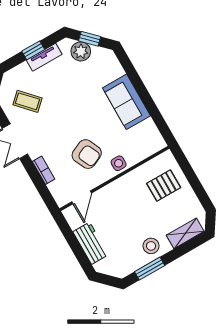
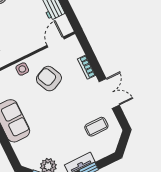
coffee table: (27, 101) -> (96, 127), turned -47

